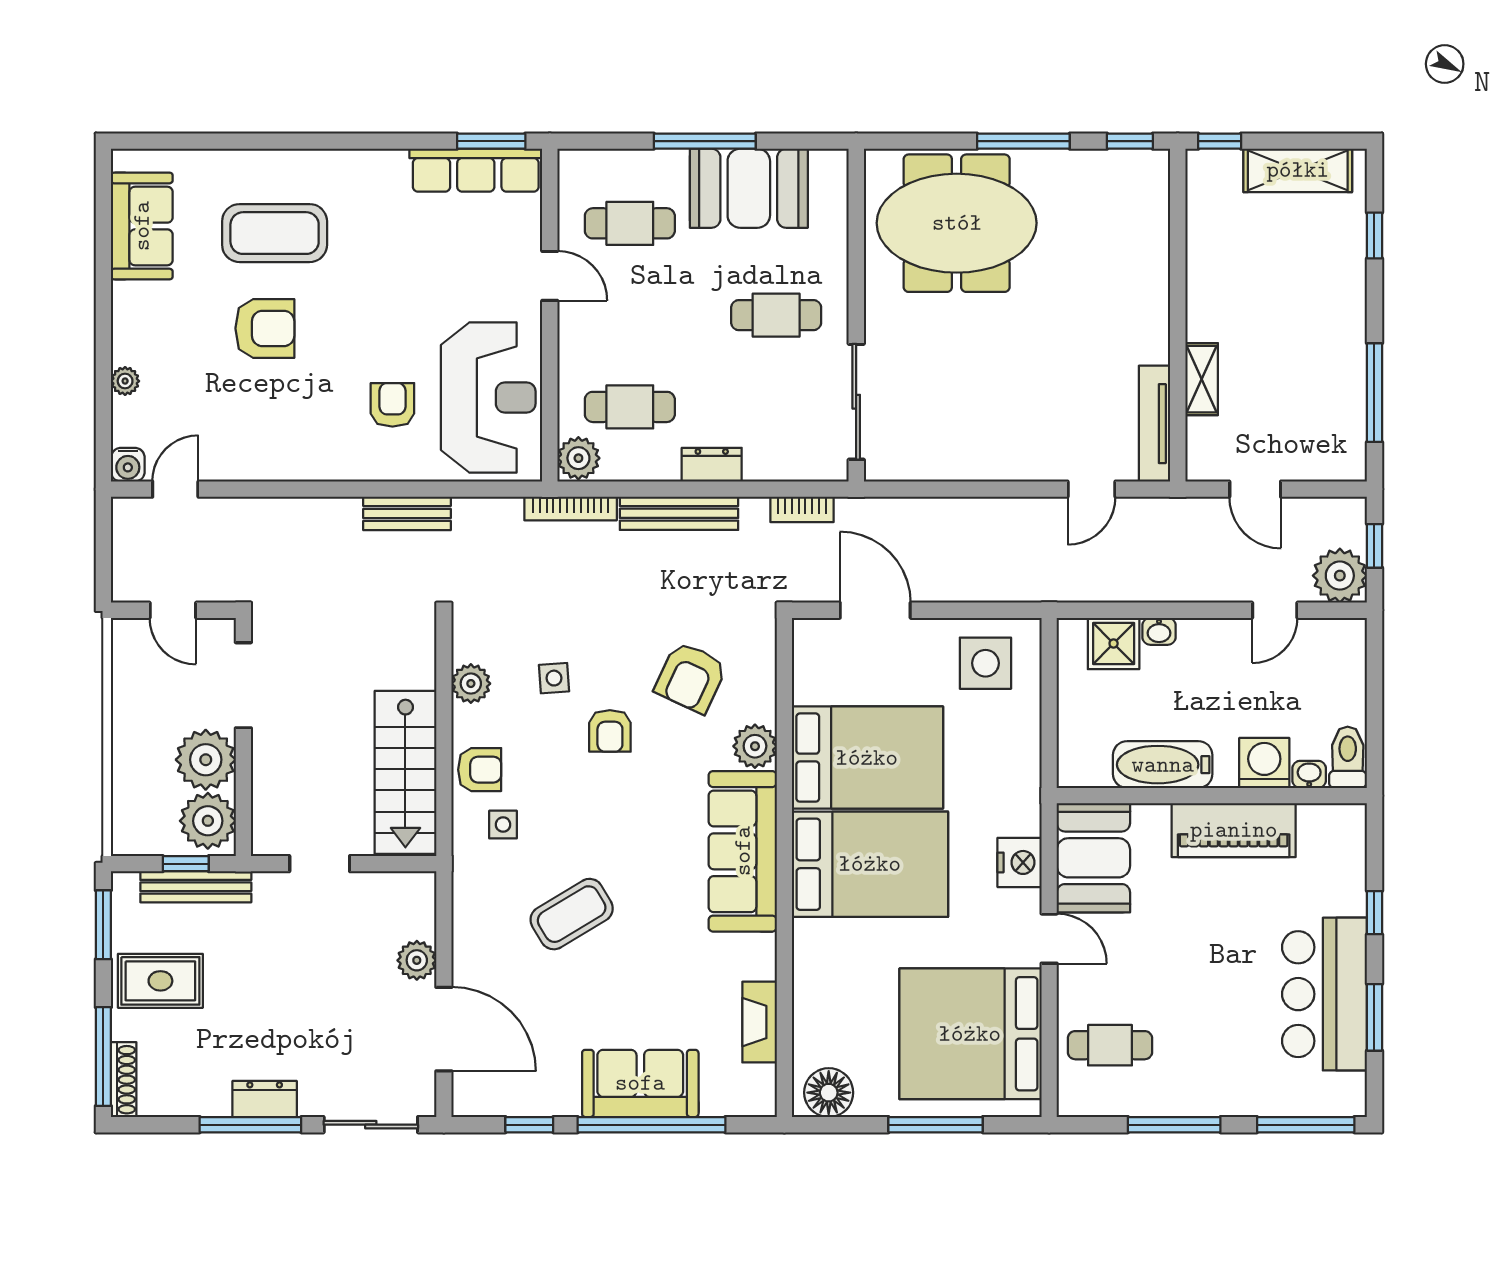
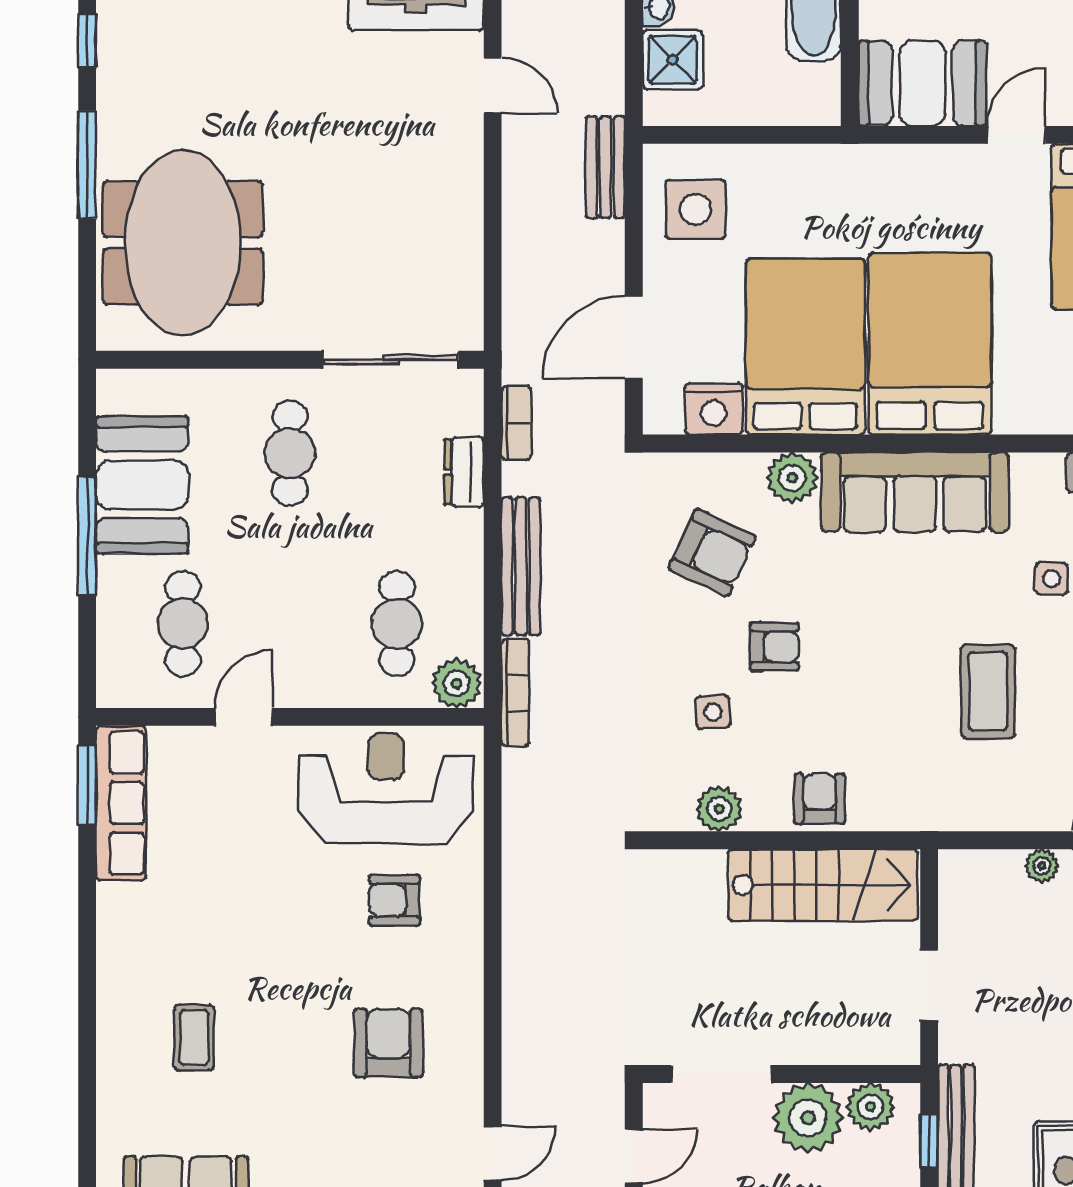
coffee table: (275, 233) -> (194, 1038), width x0.54, depth x0.58
armchair: (265, 328) -> (388, 1043), moved
dresser: (712, 465) -> (464, 472), moved
door: (175, 489) -> (493, 1153), swing flipped
bench: (407, 513) -> (605, 167), moved
plant: (208, 821) -> (870, 1107), width x0.73, depth x0.73
side table: (503, 825) -> (1052, 579), moved
nightstand: (1019, 862) -> (714, 409), moved, turned 180
coffee table: (572, 914) -> (988, 691), turned 31
plant: (417, 960) -> (1042, 866), width x0.73, depth x0.73

